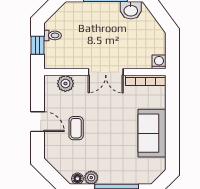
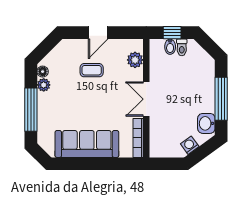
bidet: (52, 48) -> (170, 47), added
washing machine: (159, 62) -> (190, 145), moved, turned -126
sofa: (152, 133) -> (87, 144), width x1.36

